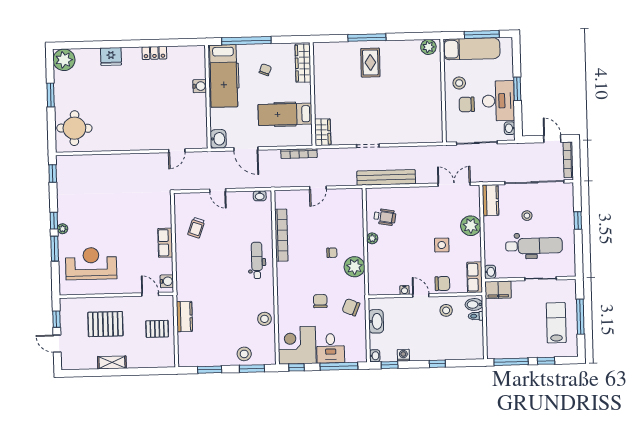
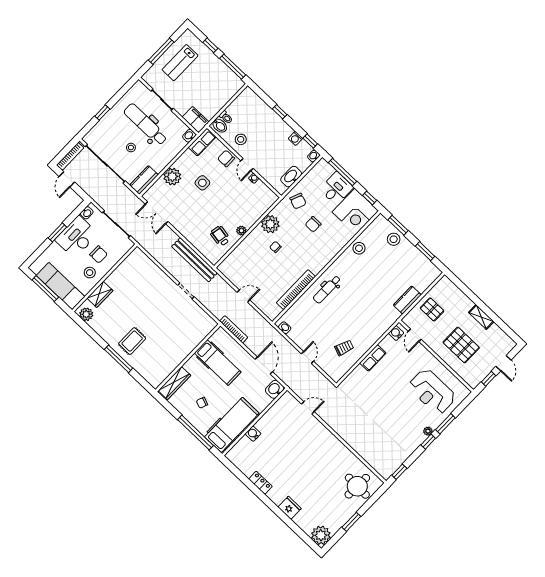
wardrobe: (323, 132) -> (100, 294), moved, turned 180

